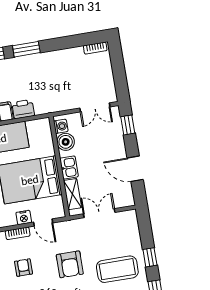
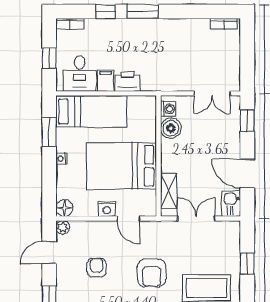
kitchen sink: (69, 167) -> (231, 204), moved, turned 180
bookcase: (18, 233) -> (96, 226), removed
window: (150, 257) -> (247, 263), moved

